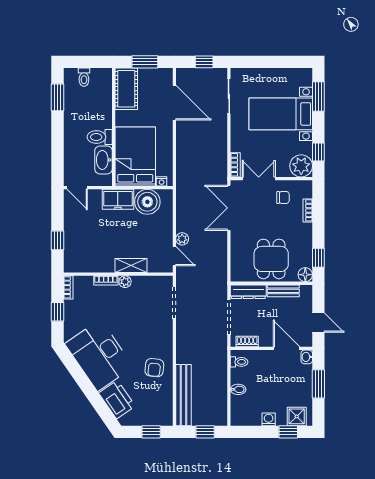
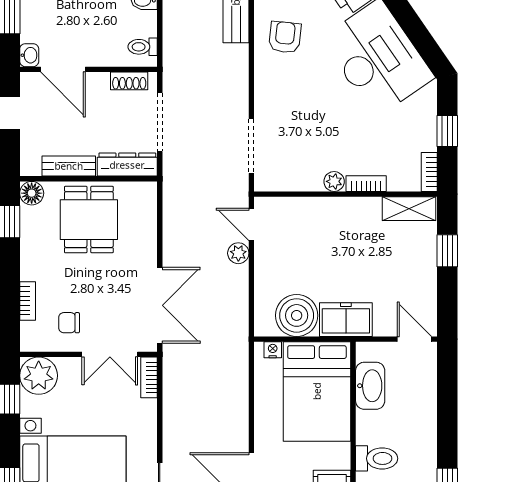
toilet: (100, 137) -> (377, 458), moved
shelving: (131, 266) -> (409, 209), moved

